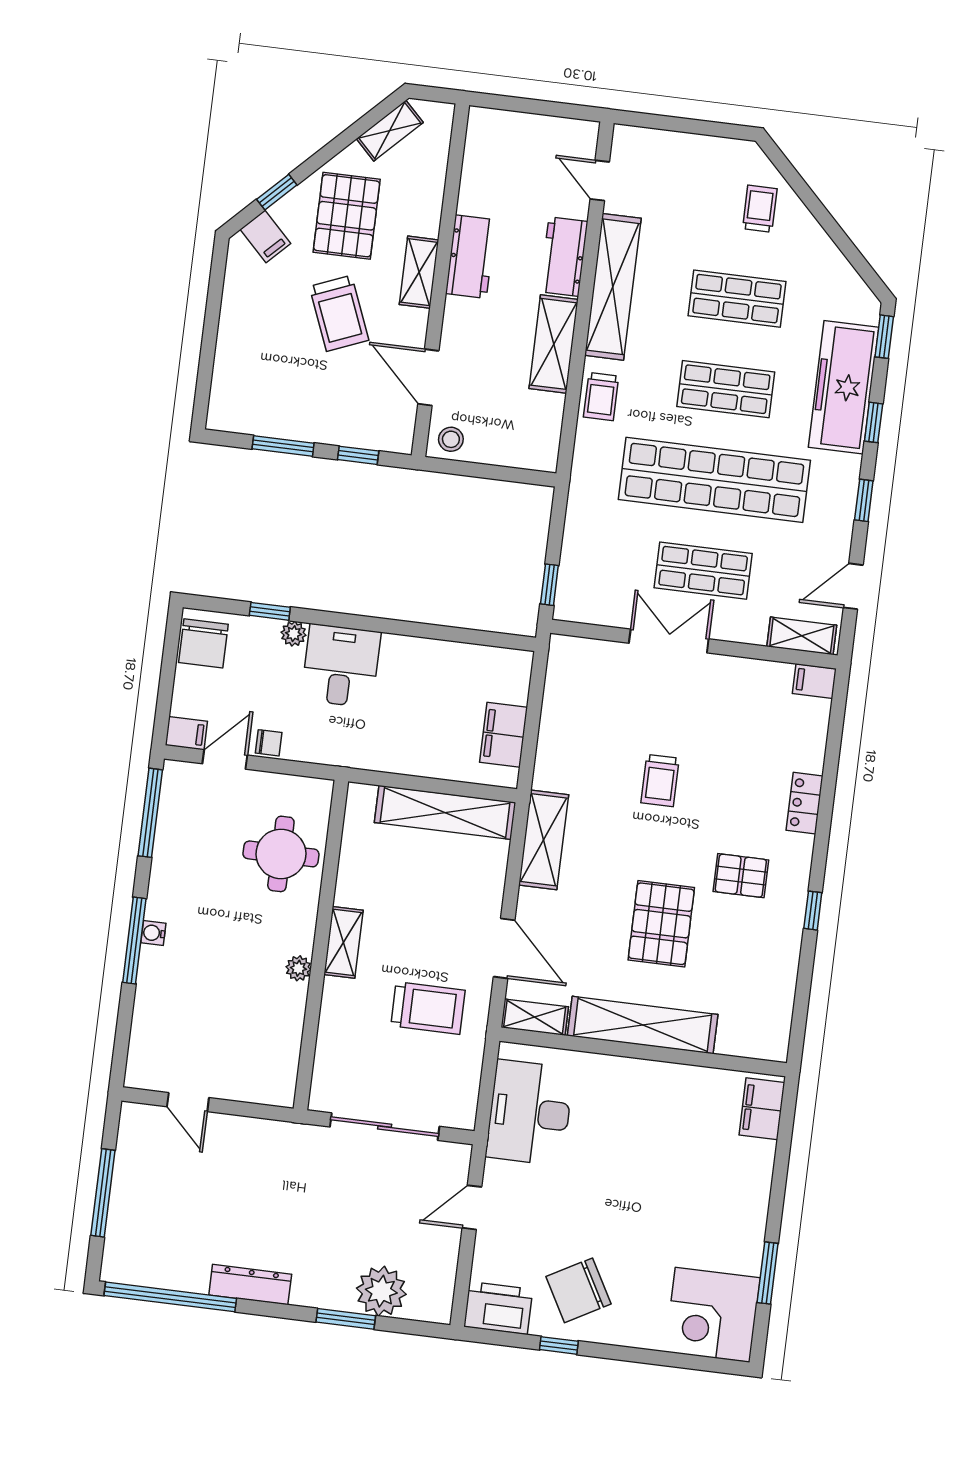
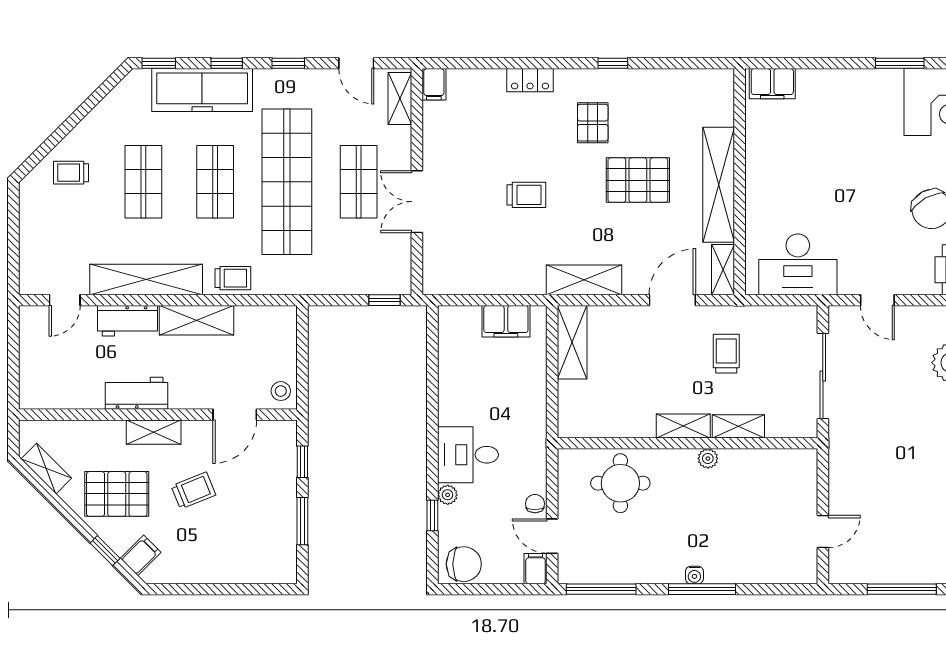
trolley: (339, 313) -> (193, 490), width x0.73, depth x0.72
shelving: (445, 812) -> (572, 342), width x0.68
trolley: (428, 1008) -> (726, 354), width x0.73, depth x0.72
shelving: (334, 1012) -> (738, 426), added

